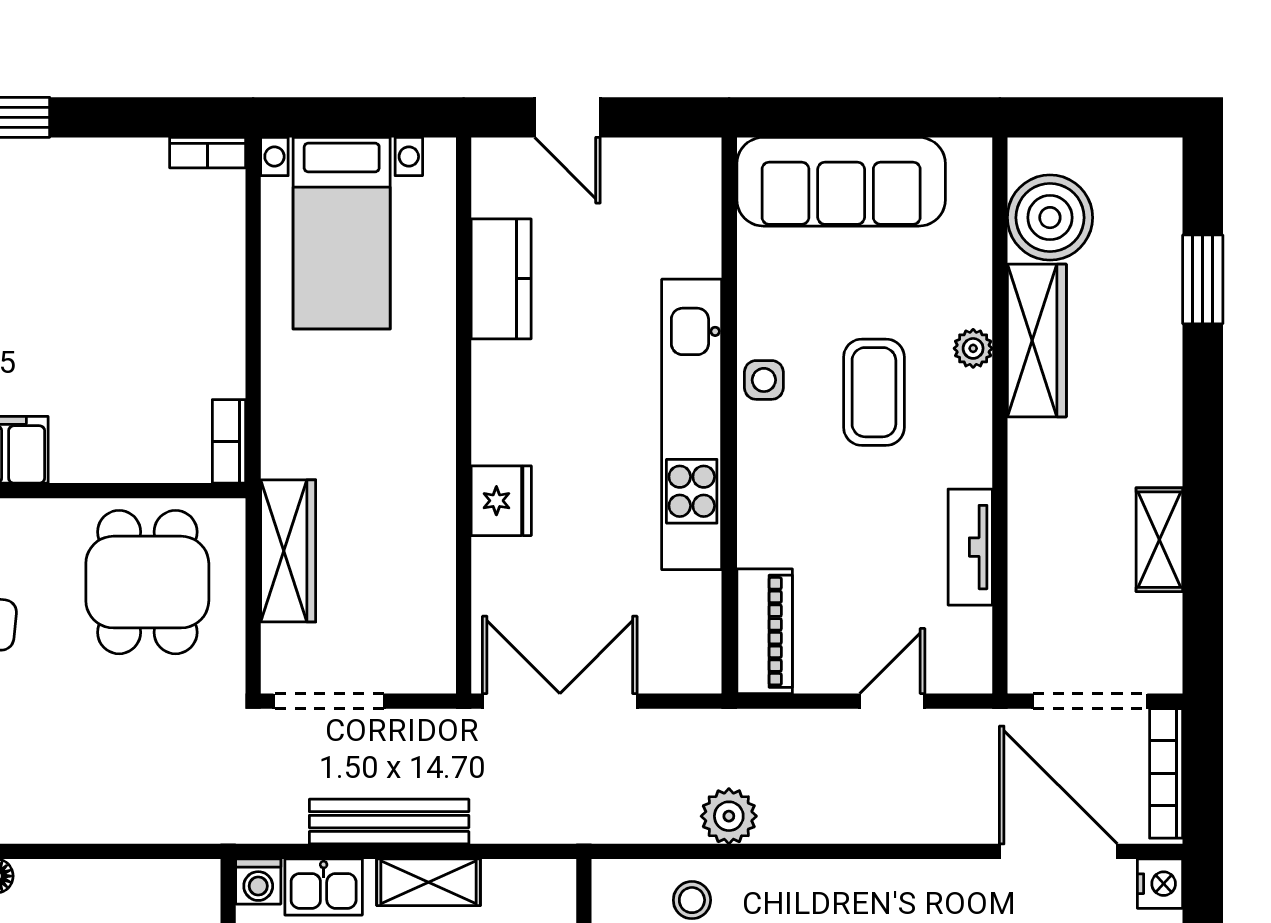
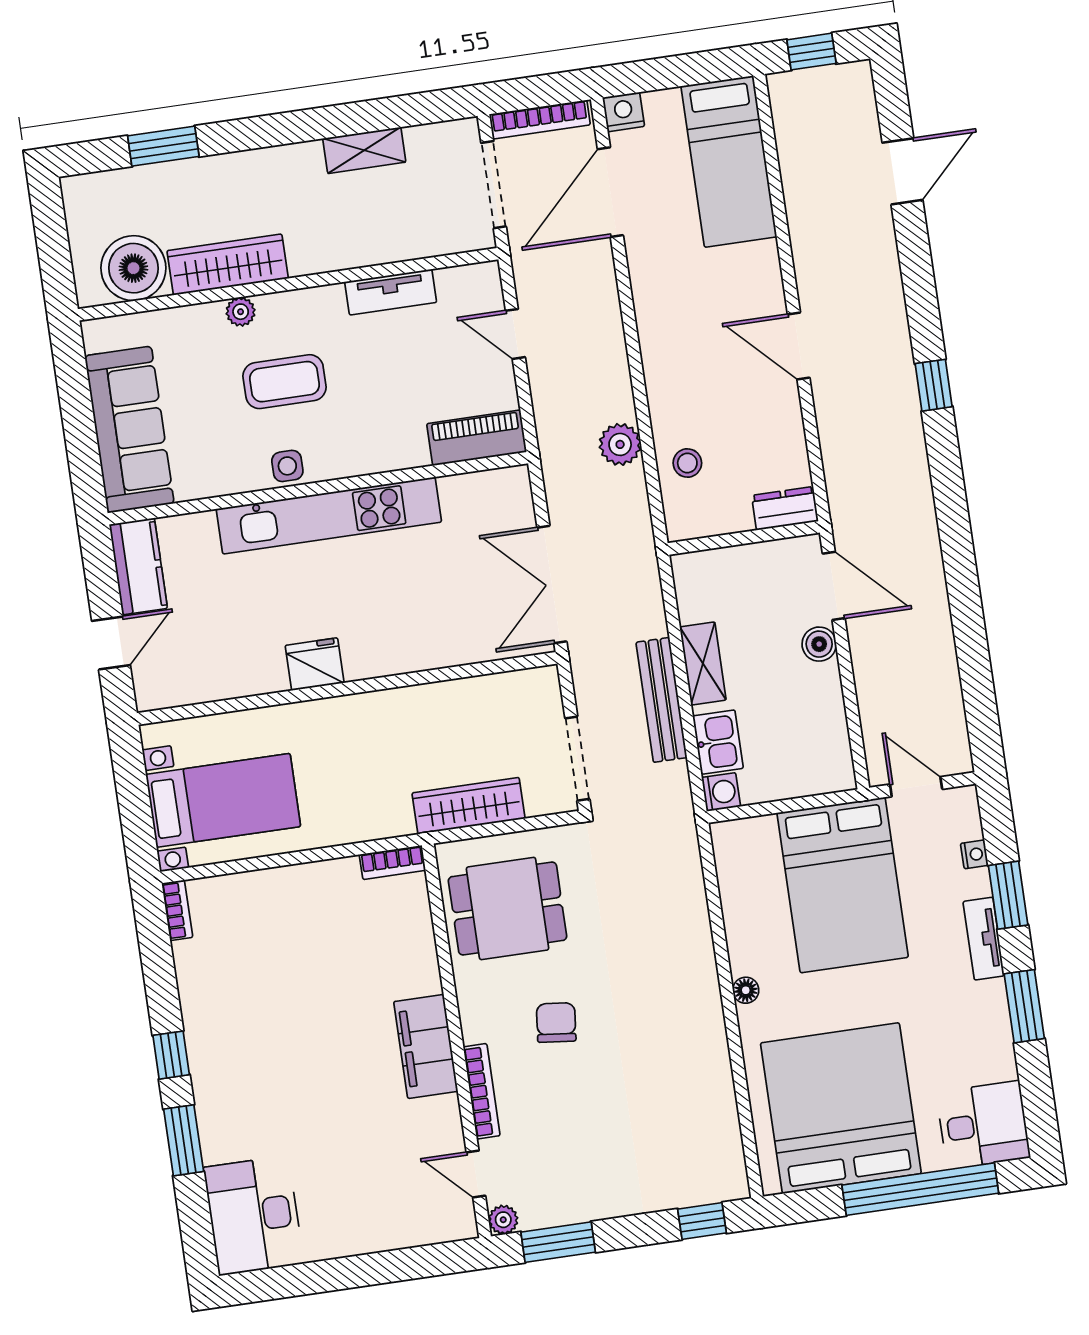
kitchen counter: (501, 279) -> (138, 566), moved, turned 90
fridge: (501, 501) -> (315, 664), moved

